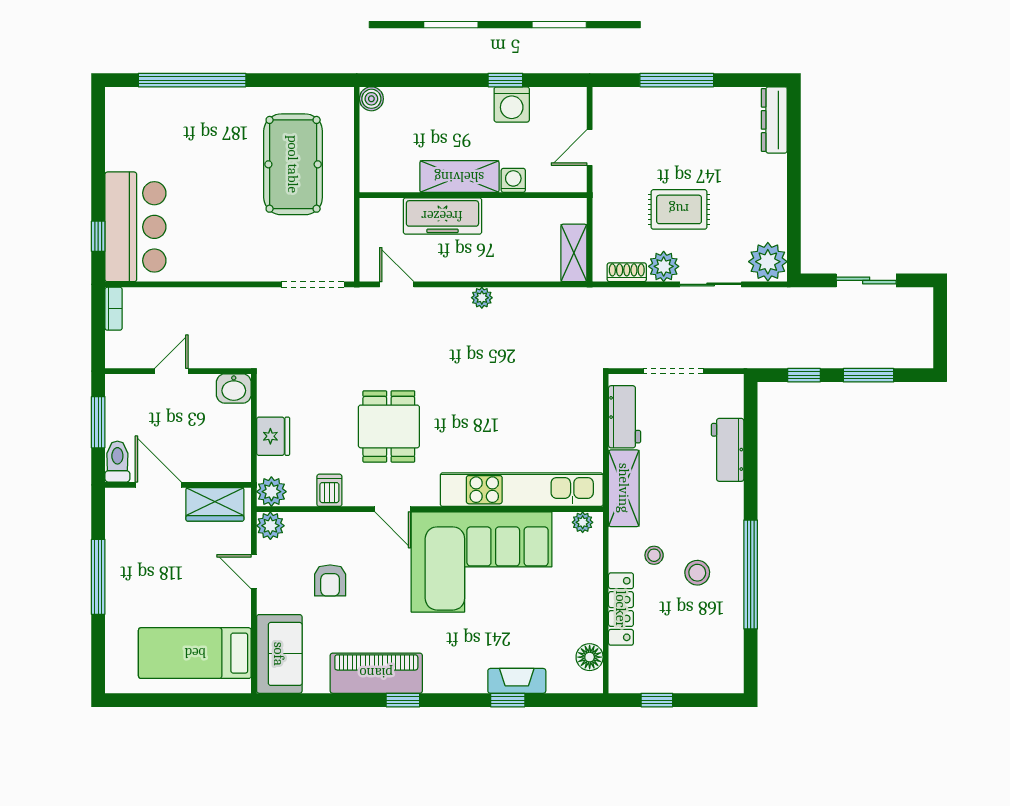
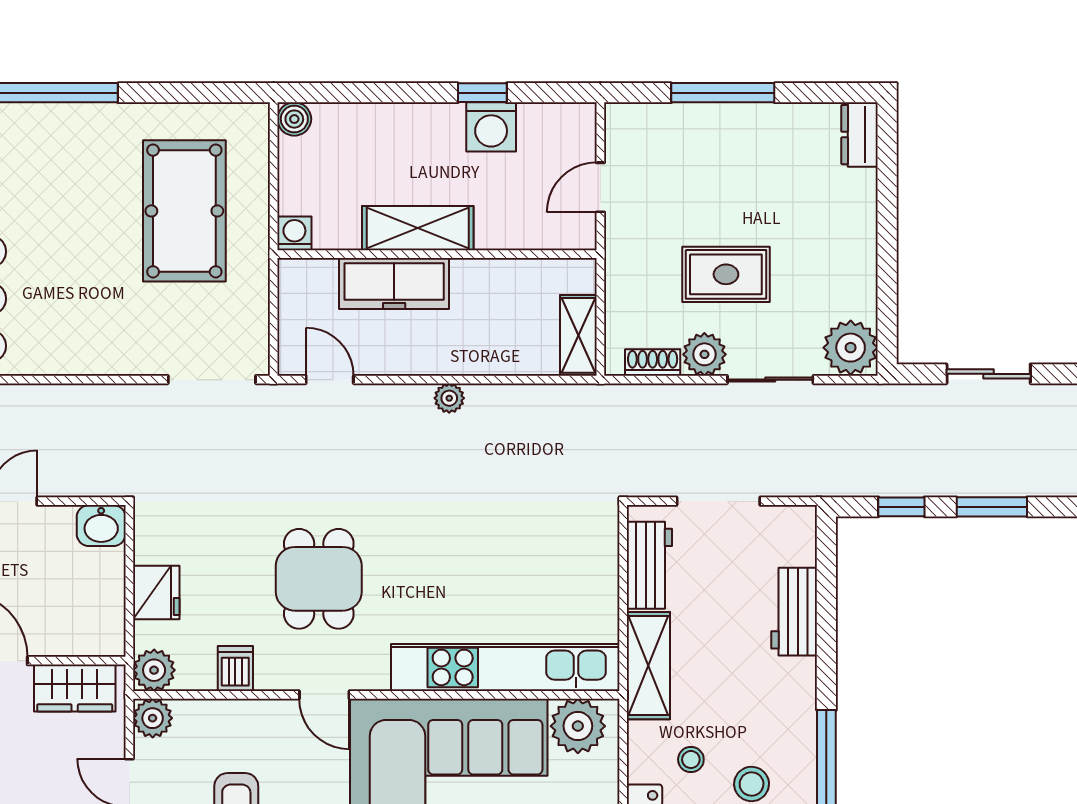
dresser: (774, 120) -> (860, 135), width x0.70
washing machine: (513, 180) -> (294, 233), moved
plant: (583, 522) -> (578, 726), width x1.88, depth x1.88

